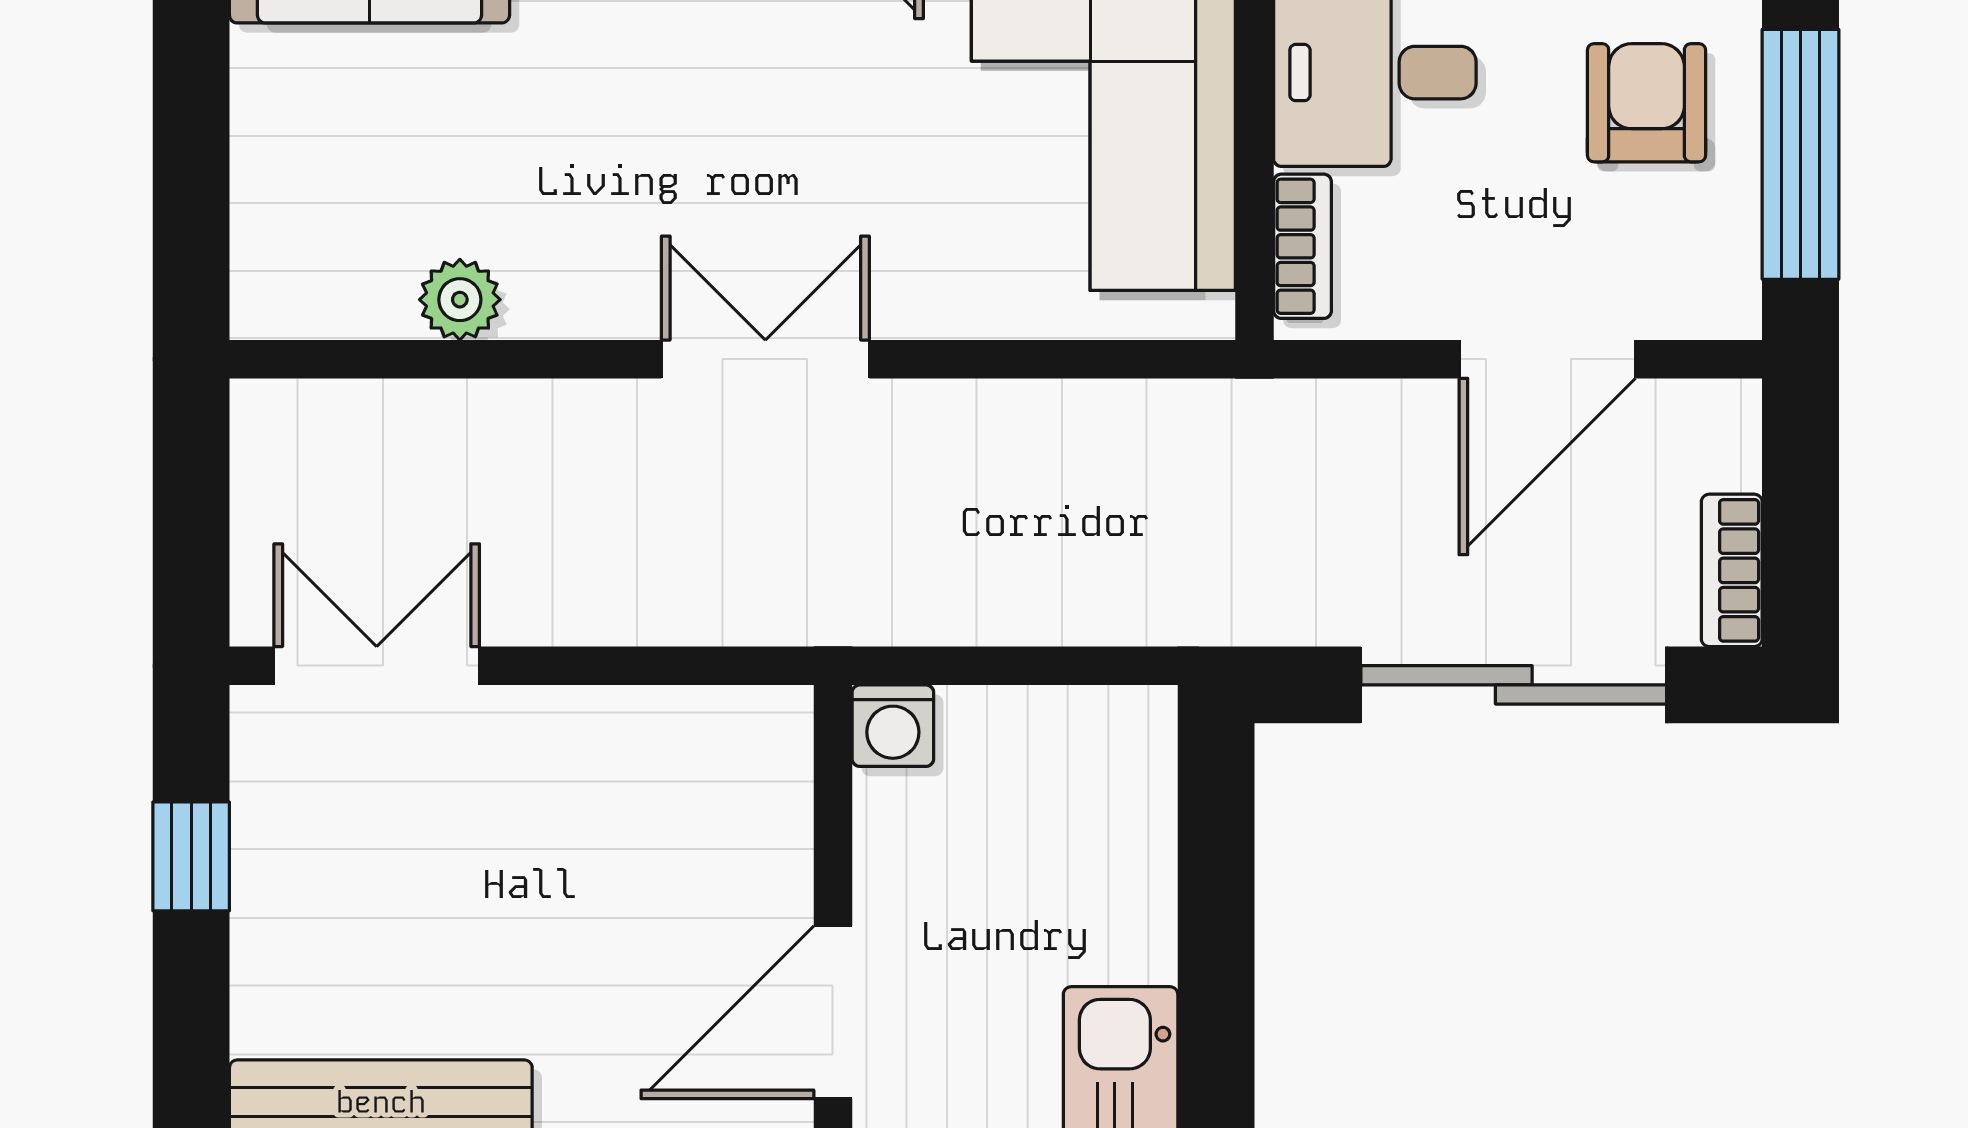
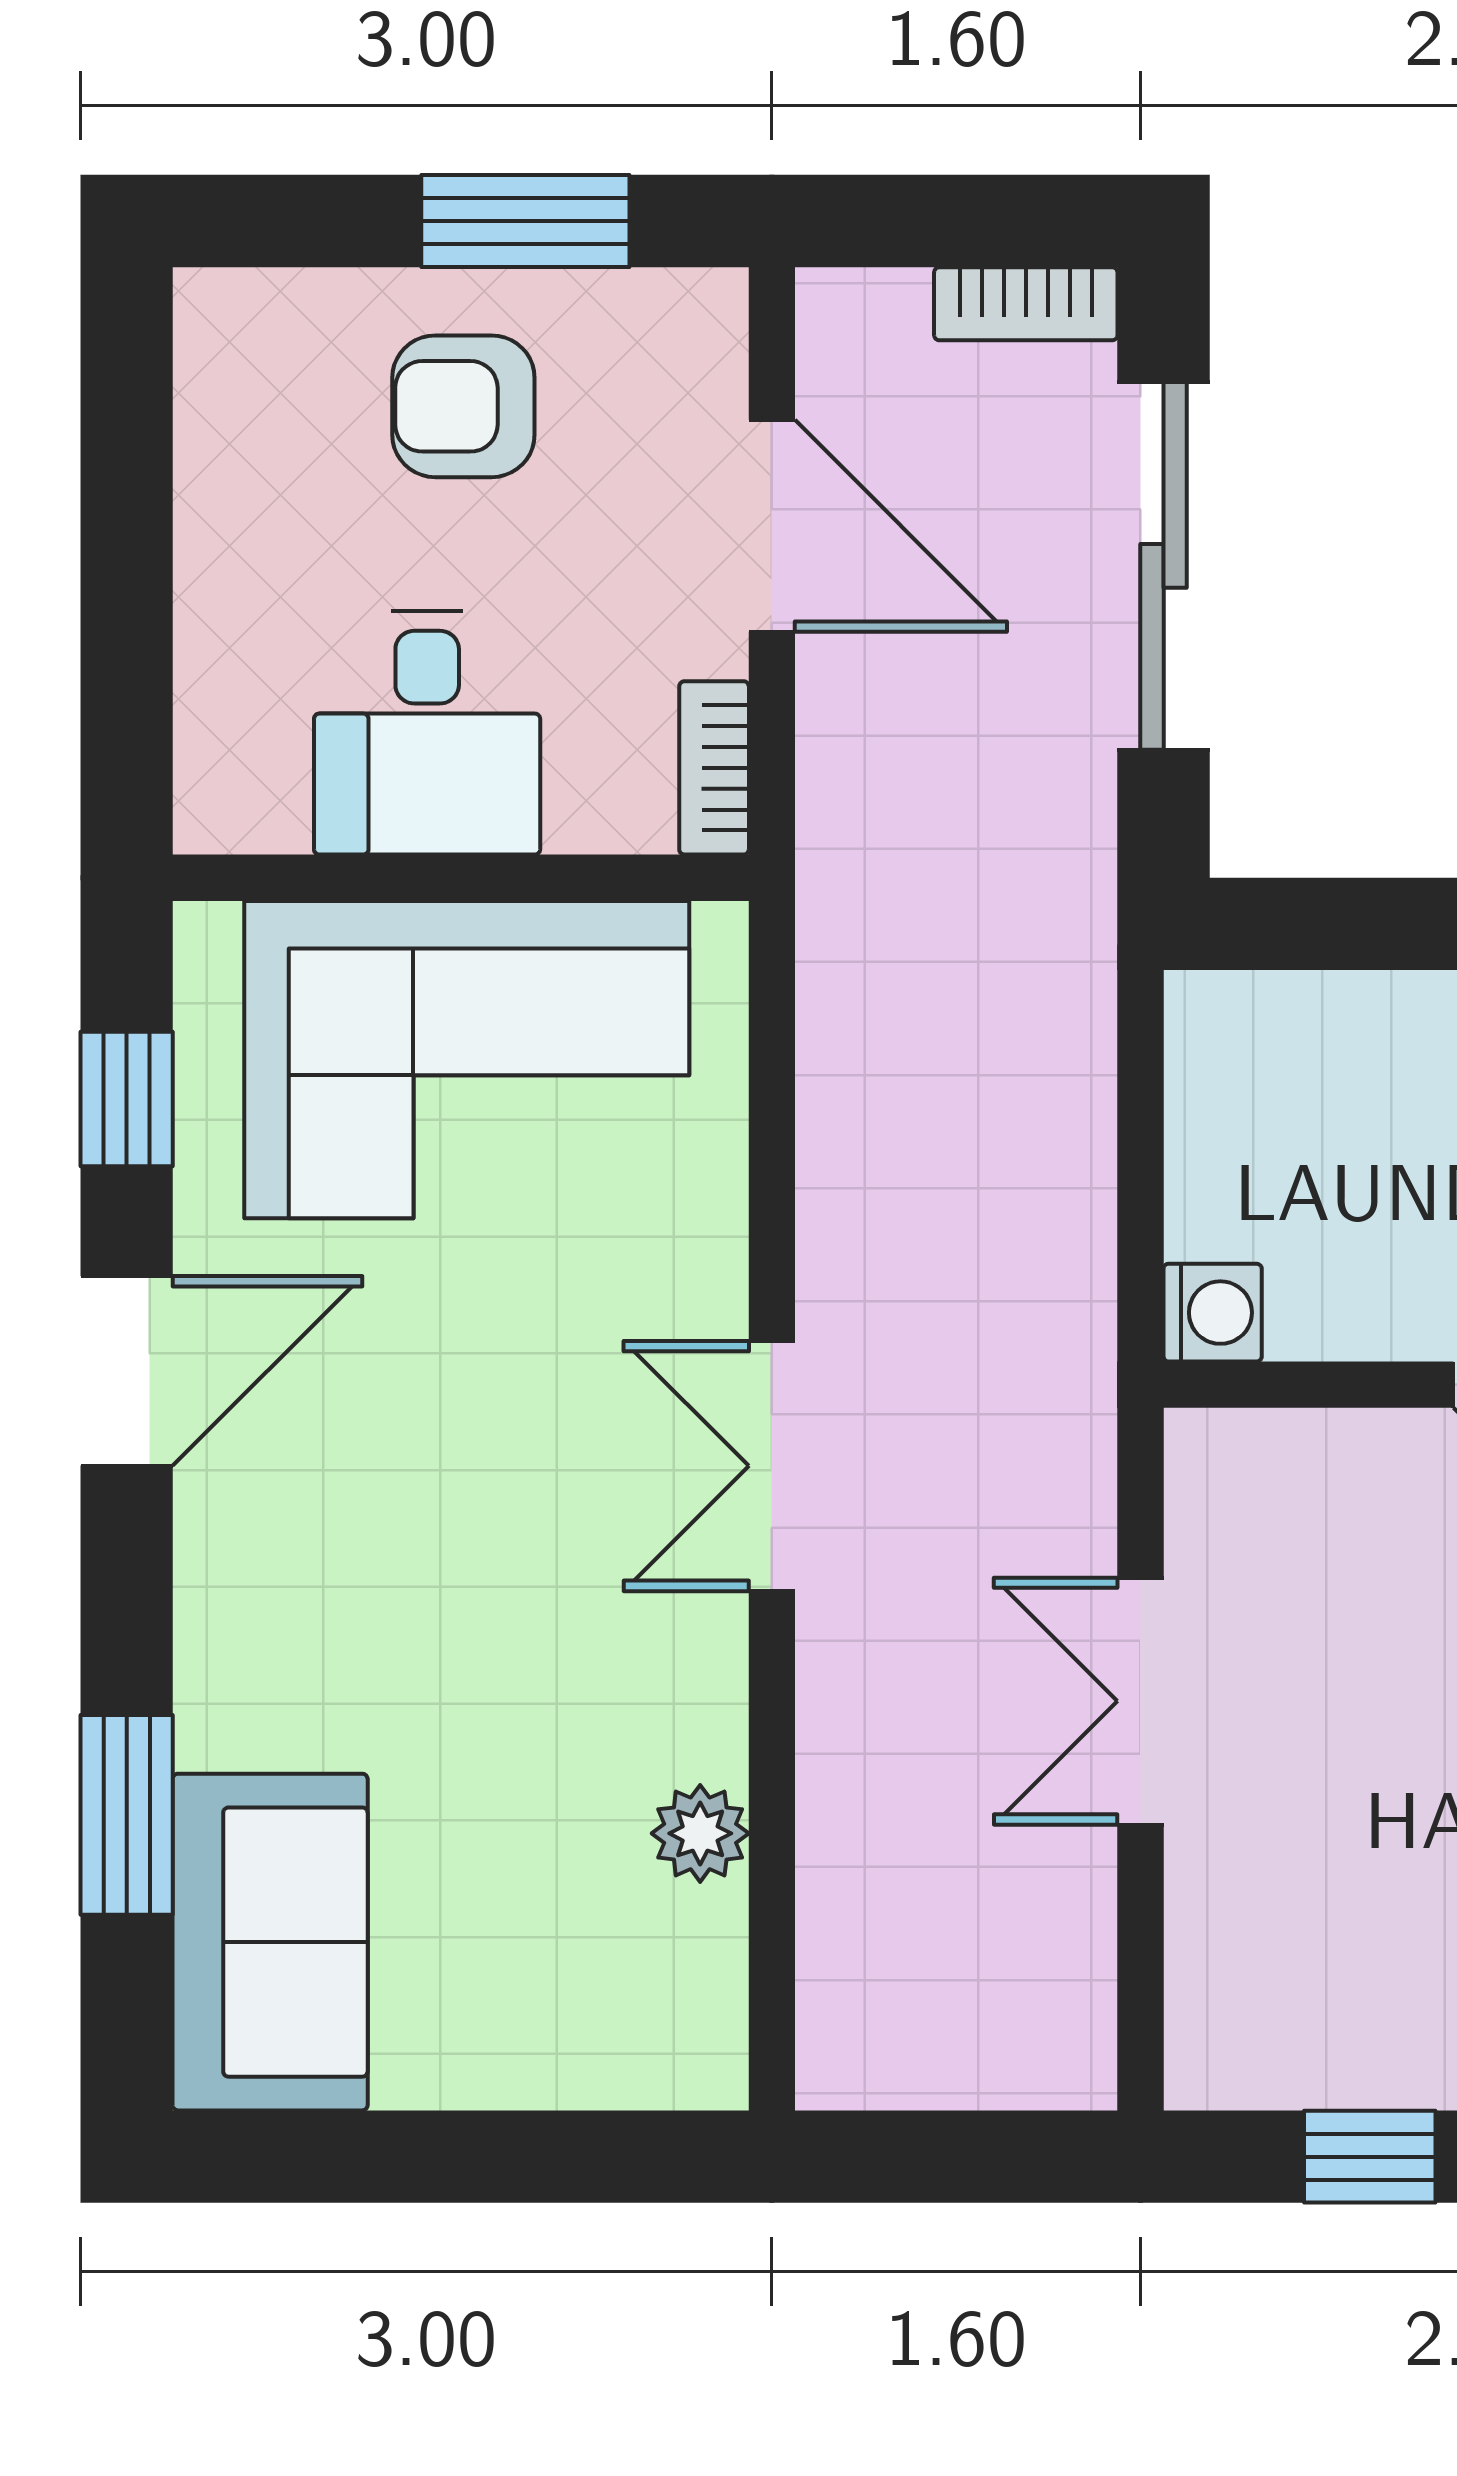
window: (1801, 154) -> (525, 221), width x0.69
bookcase: (1302, 246) -> (714, 768), moved, turned -90
double door: (377, 666) -> (1140, 1701), moved

